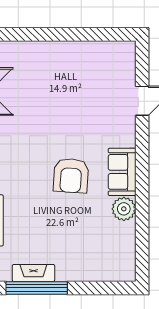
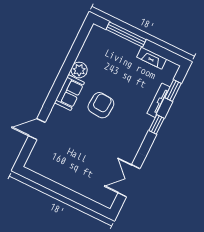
window: (37, 288) -> (126, 35), moved

